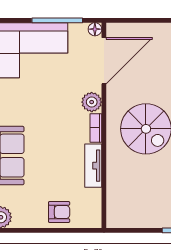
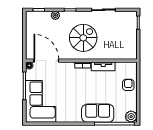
plant: (92, 102) -> (69, 67), removed

